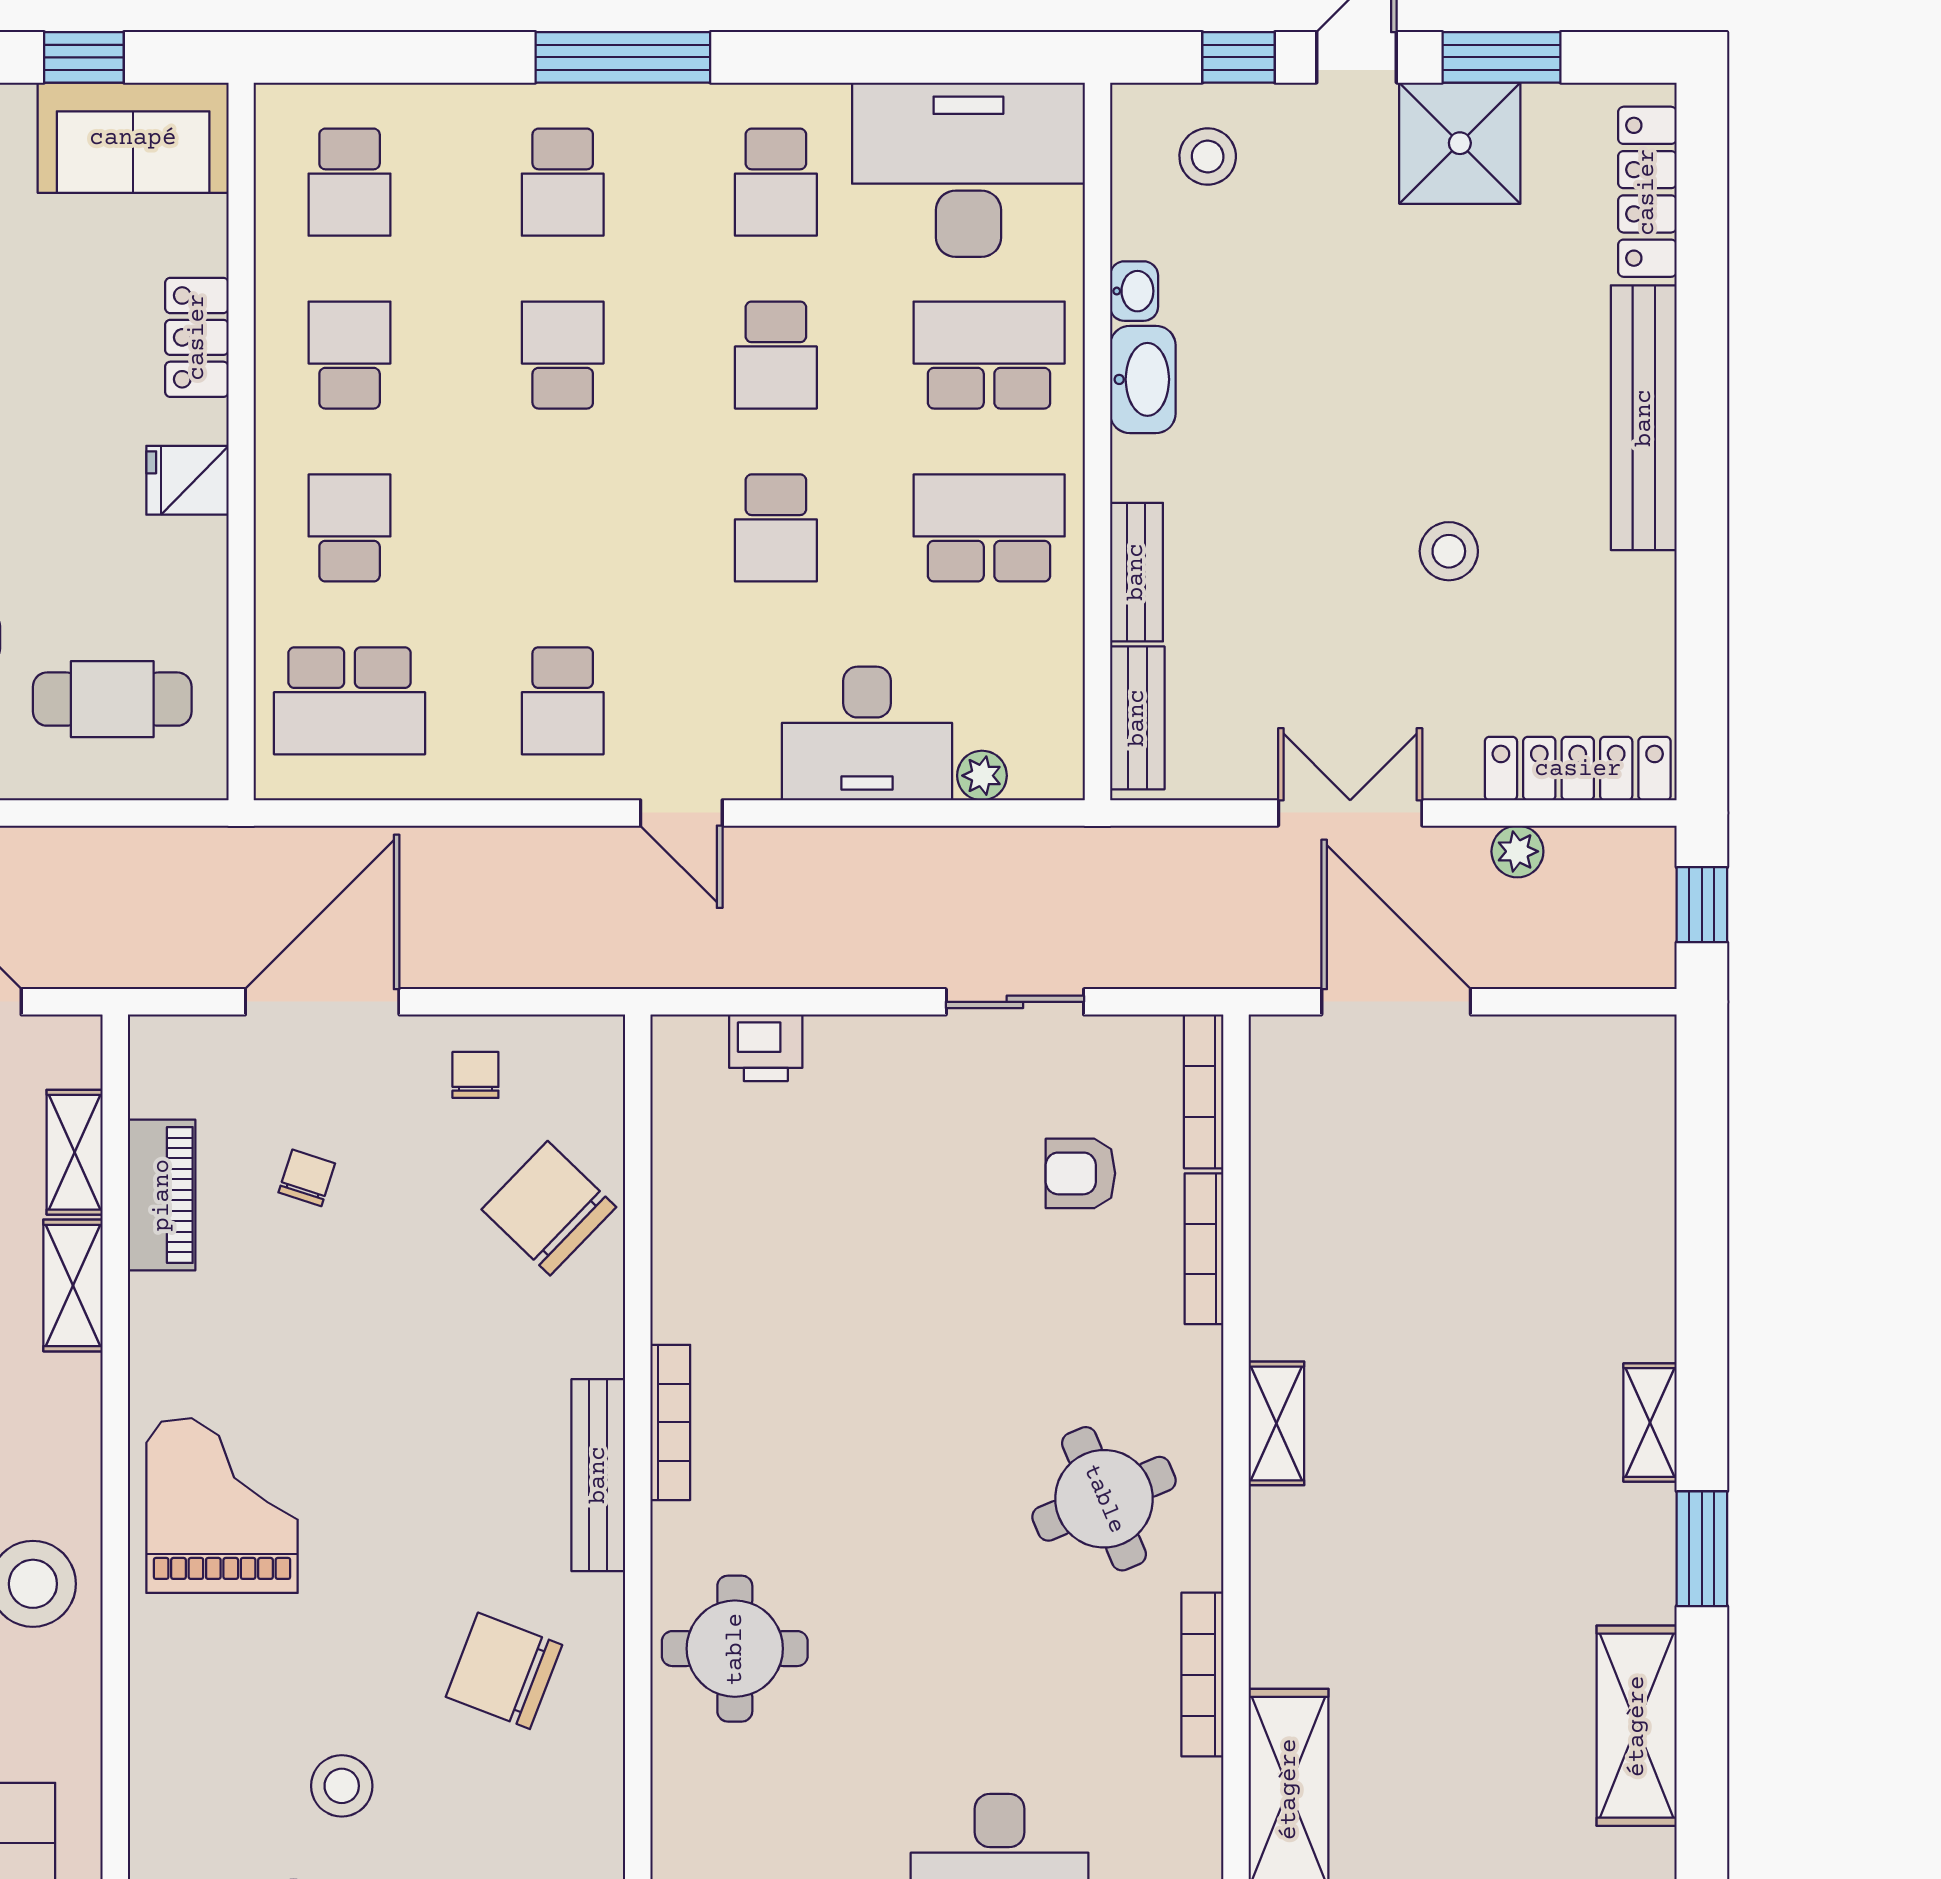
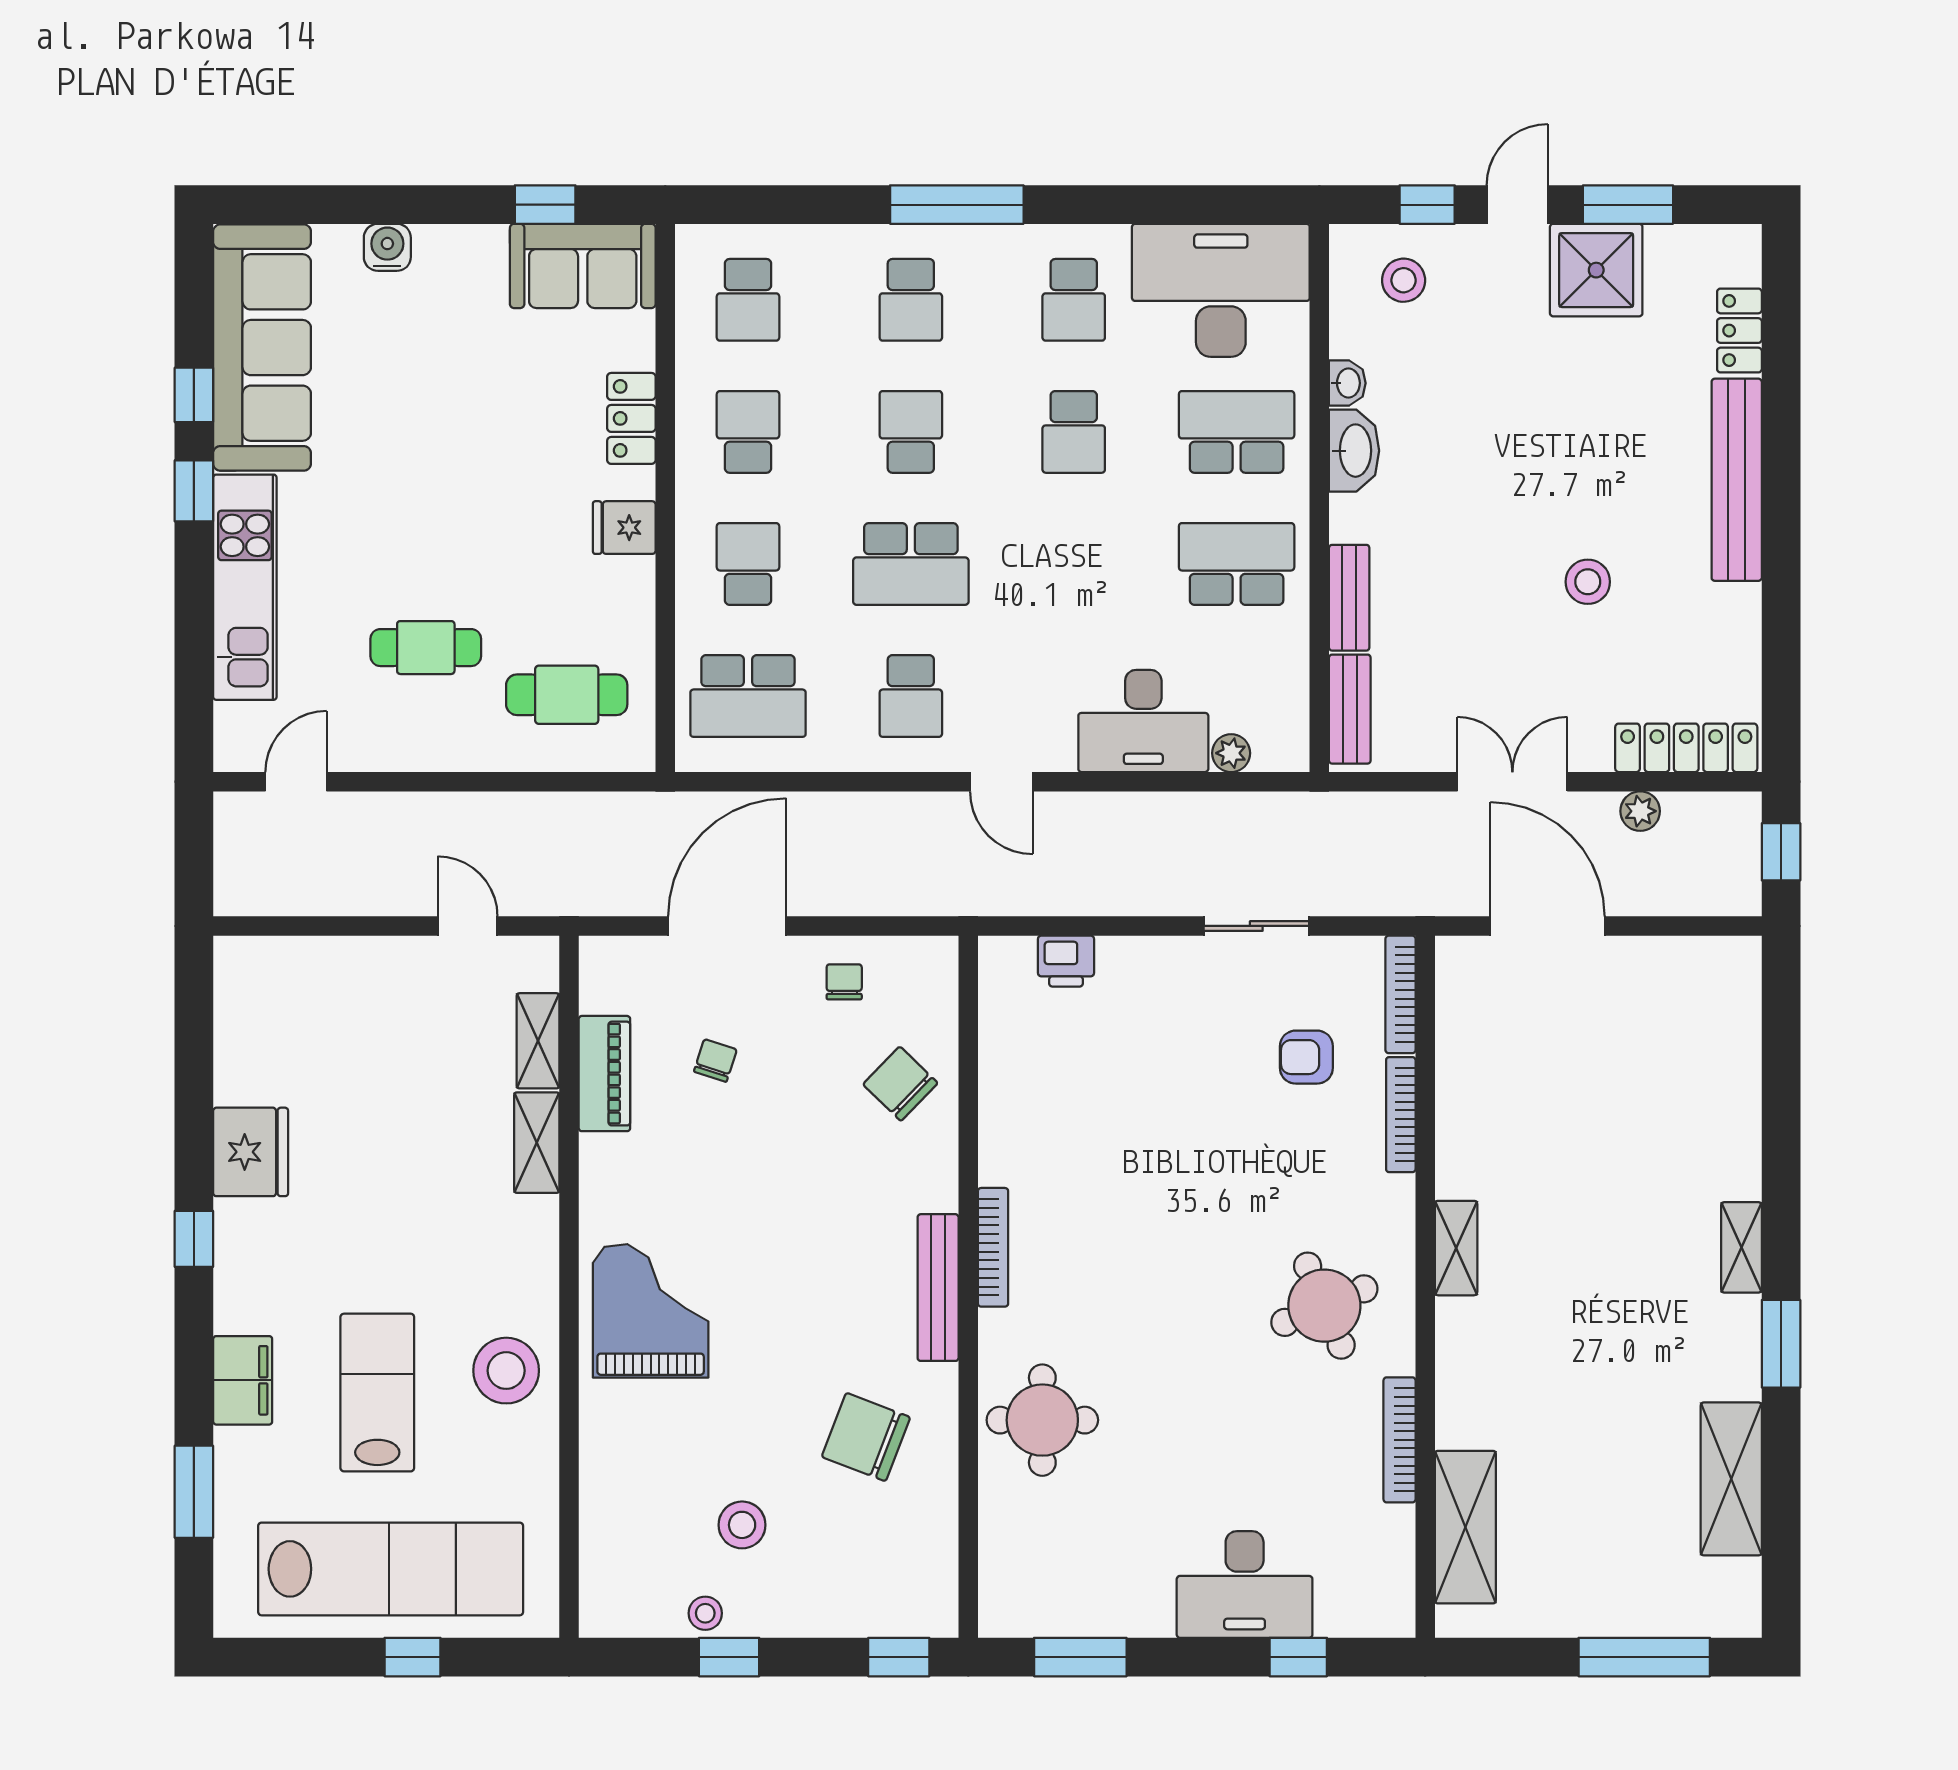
locker: (1647, 192) -> (1739, 331), width x0.66
school desk: (776, 528) -> (911, 564), moved, width x1.85
chair: (549, 1208) -> (900, 1084), width x0.73, depth x0.73

